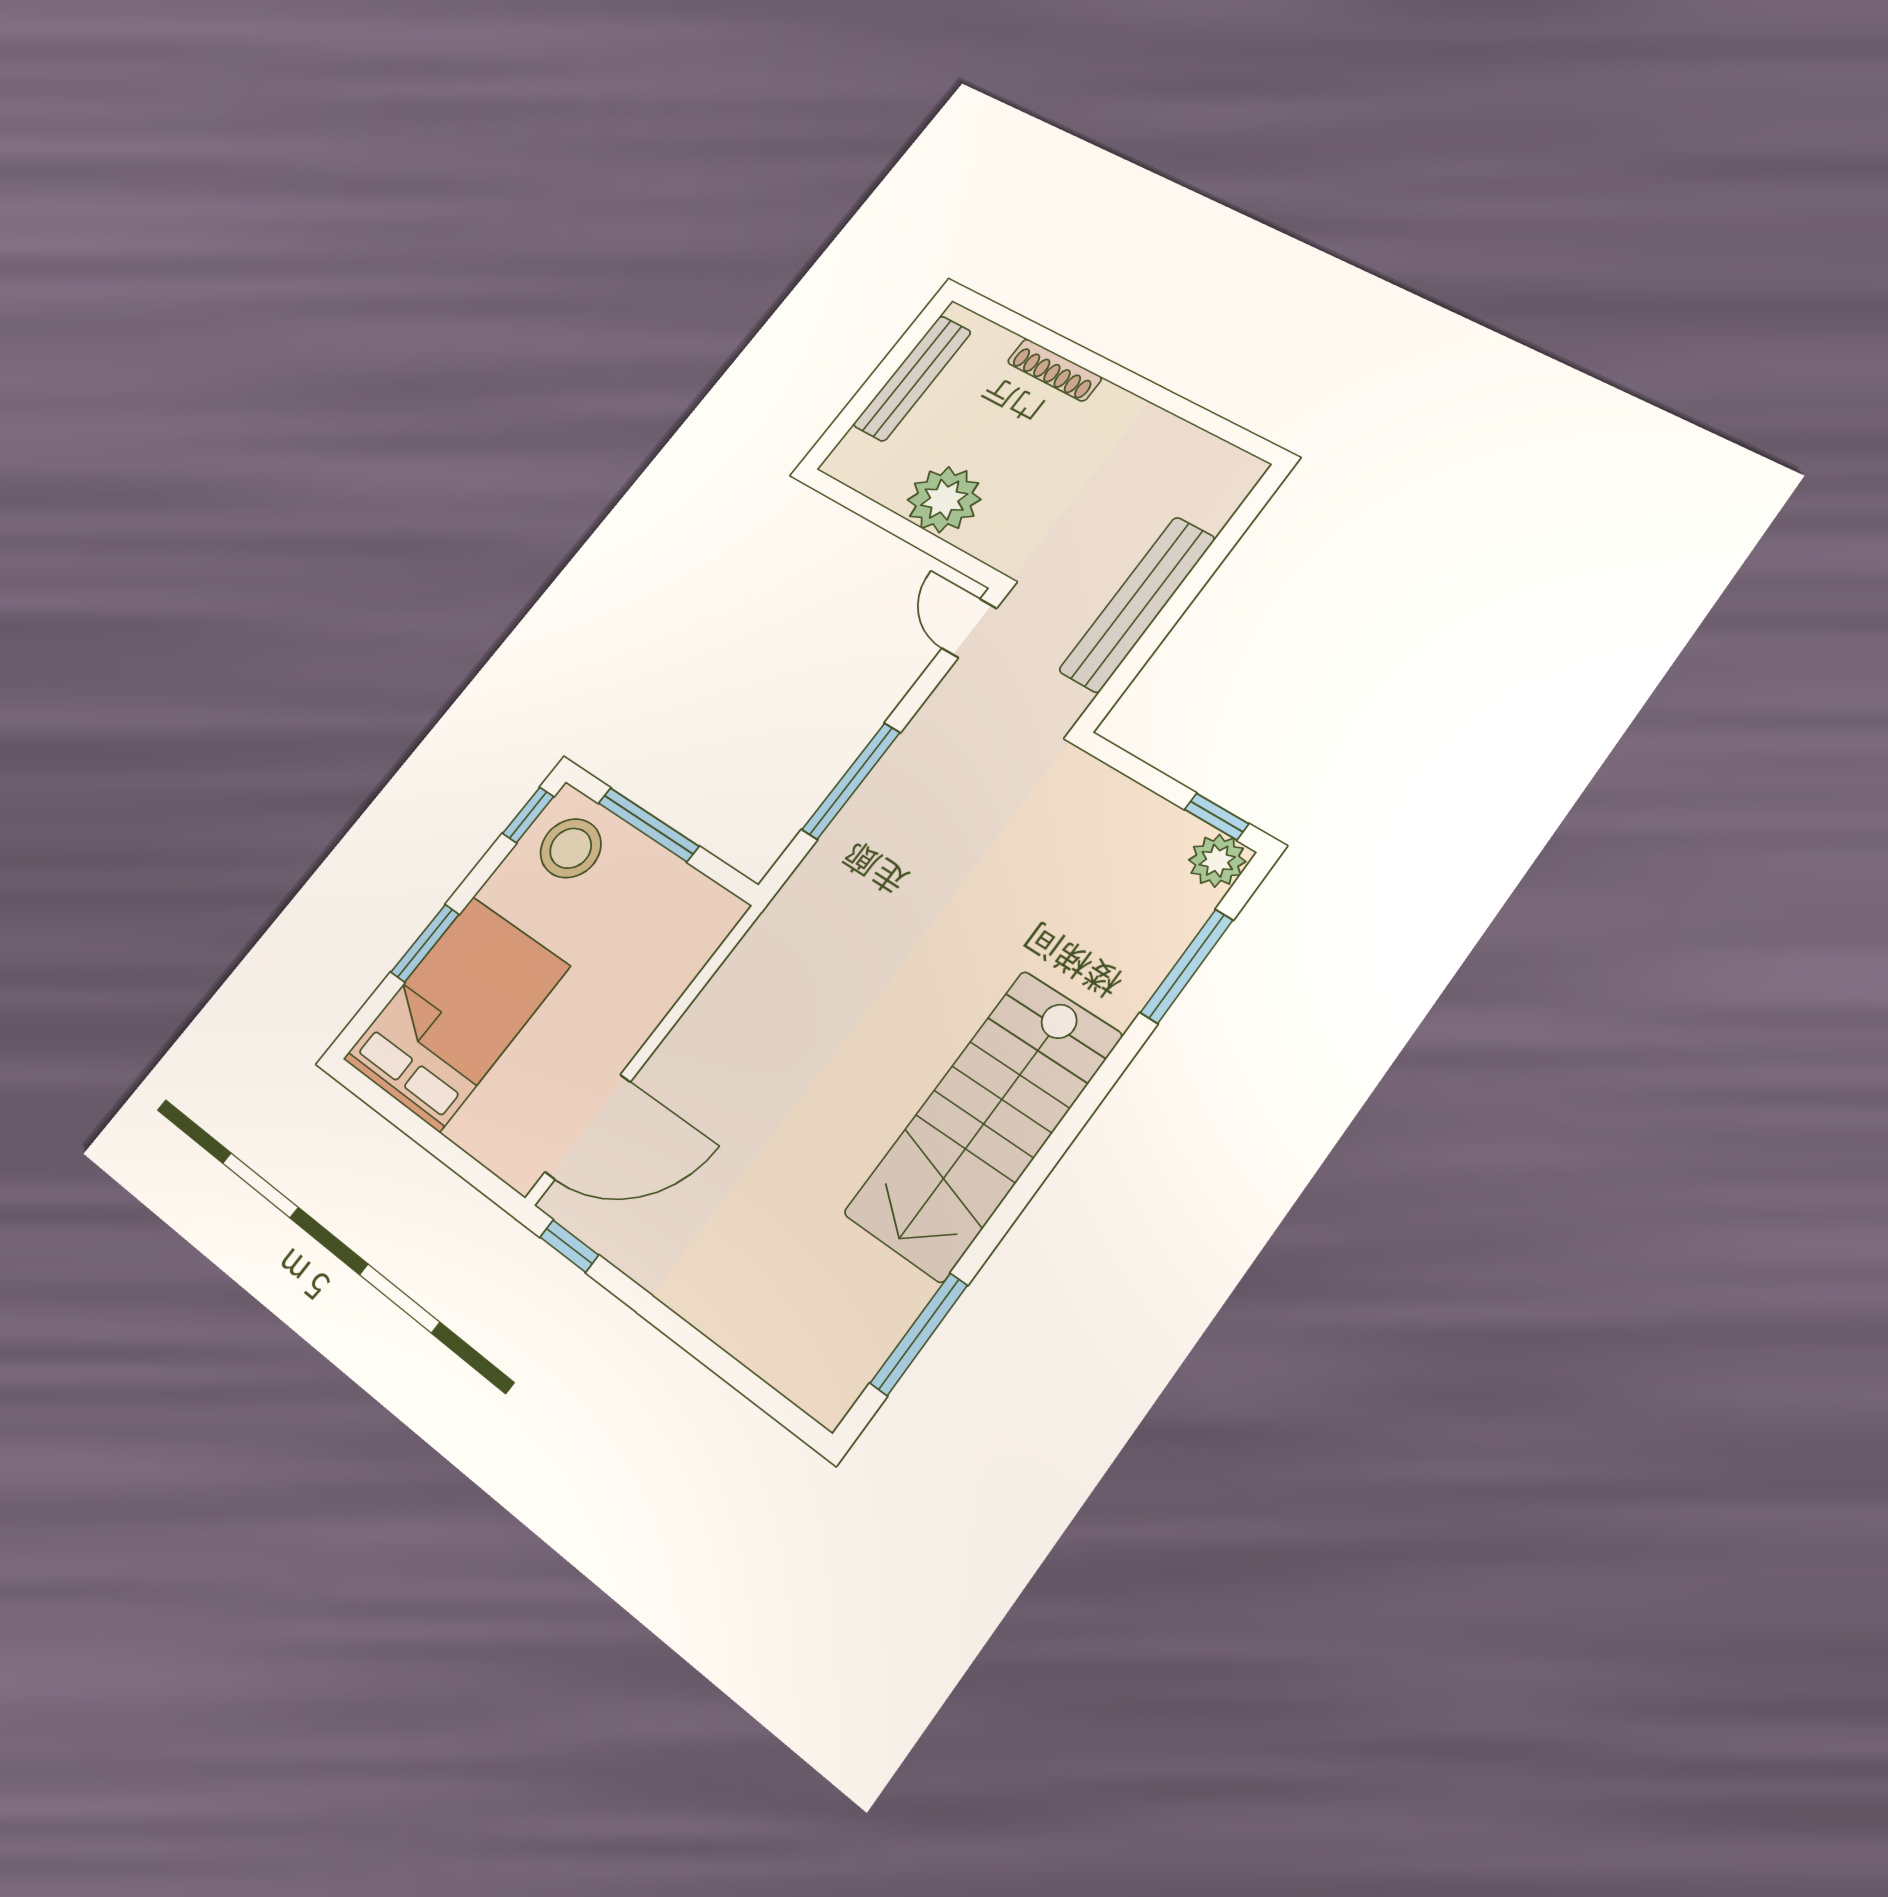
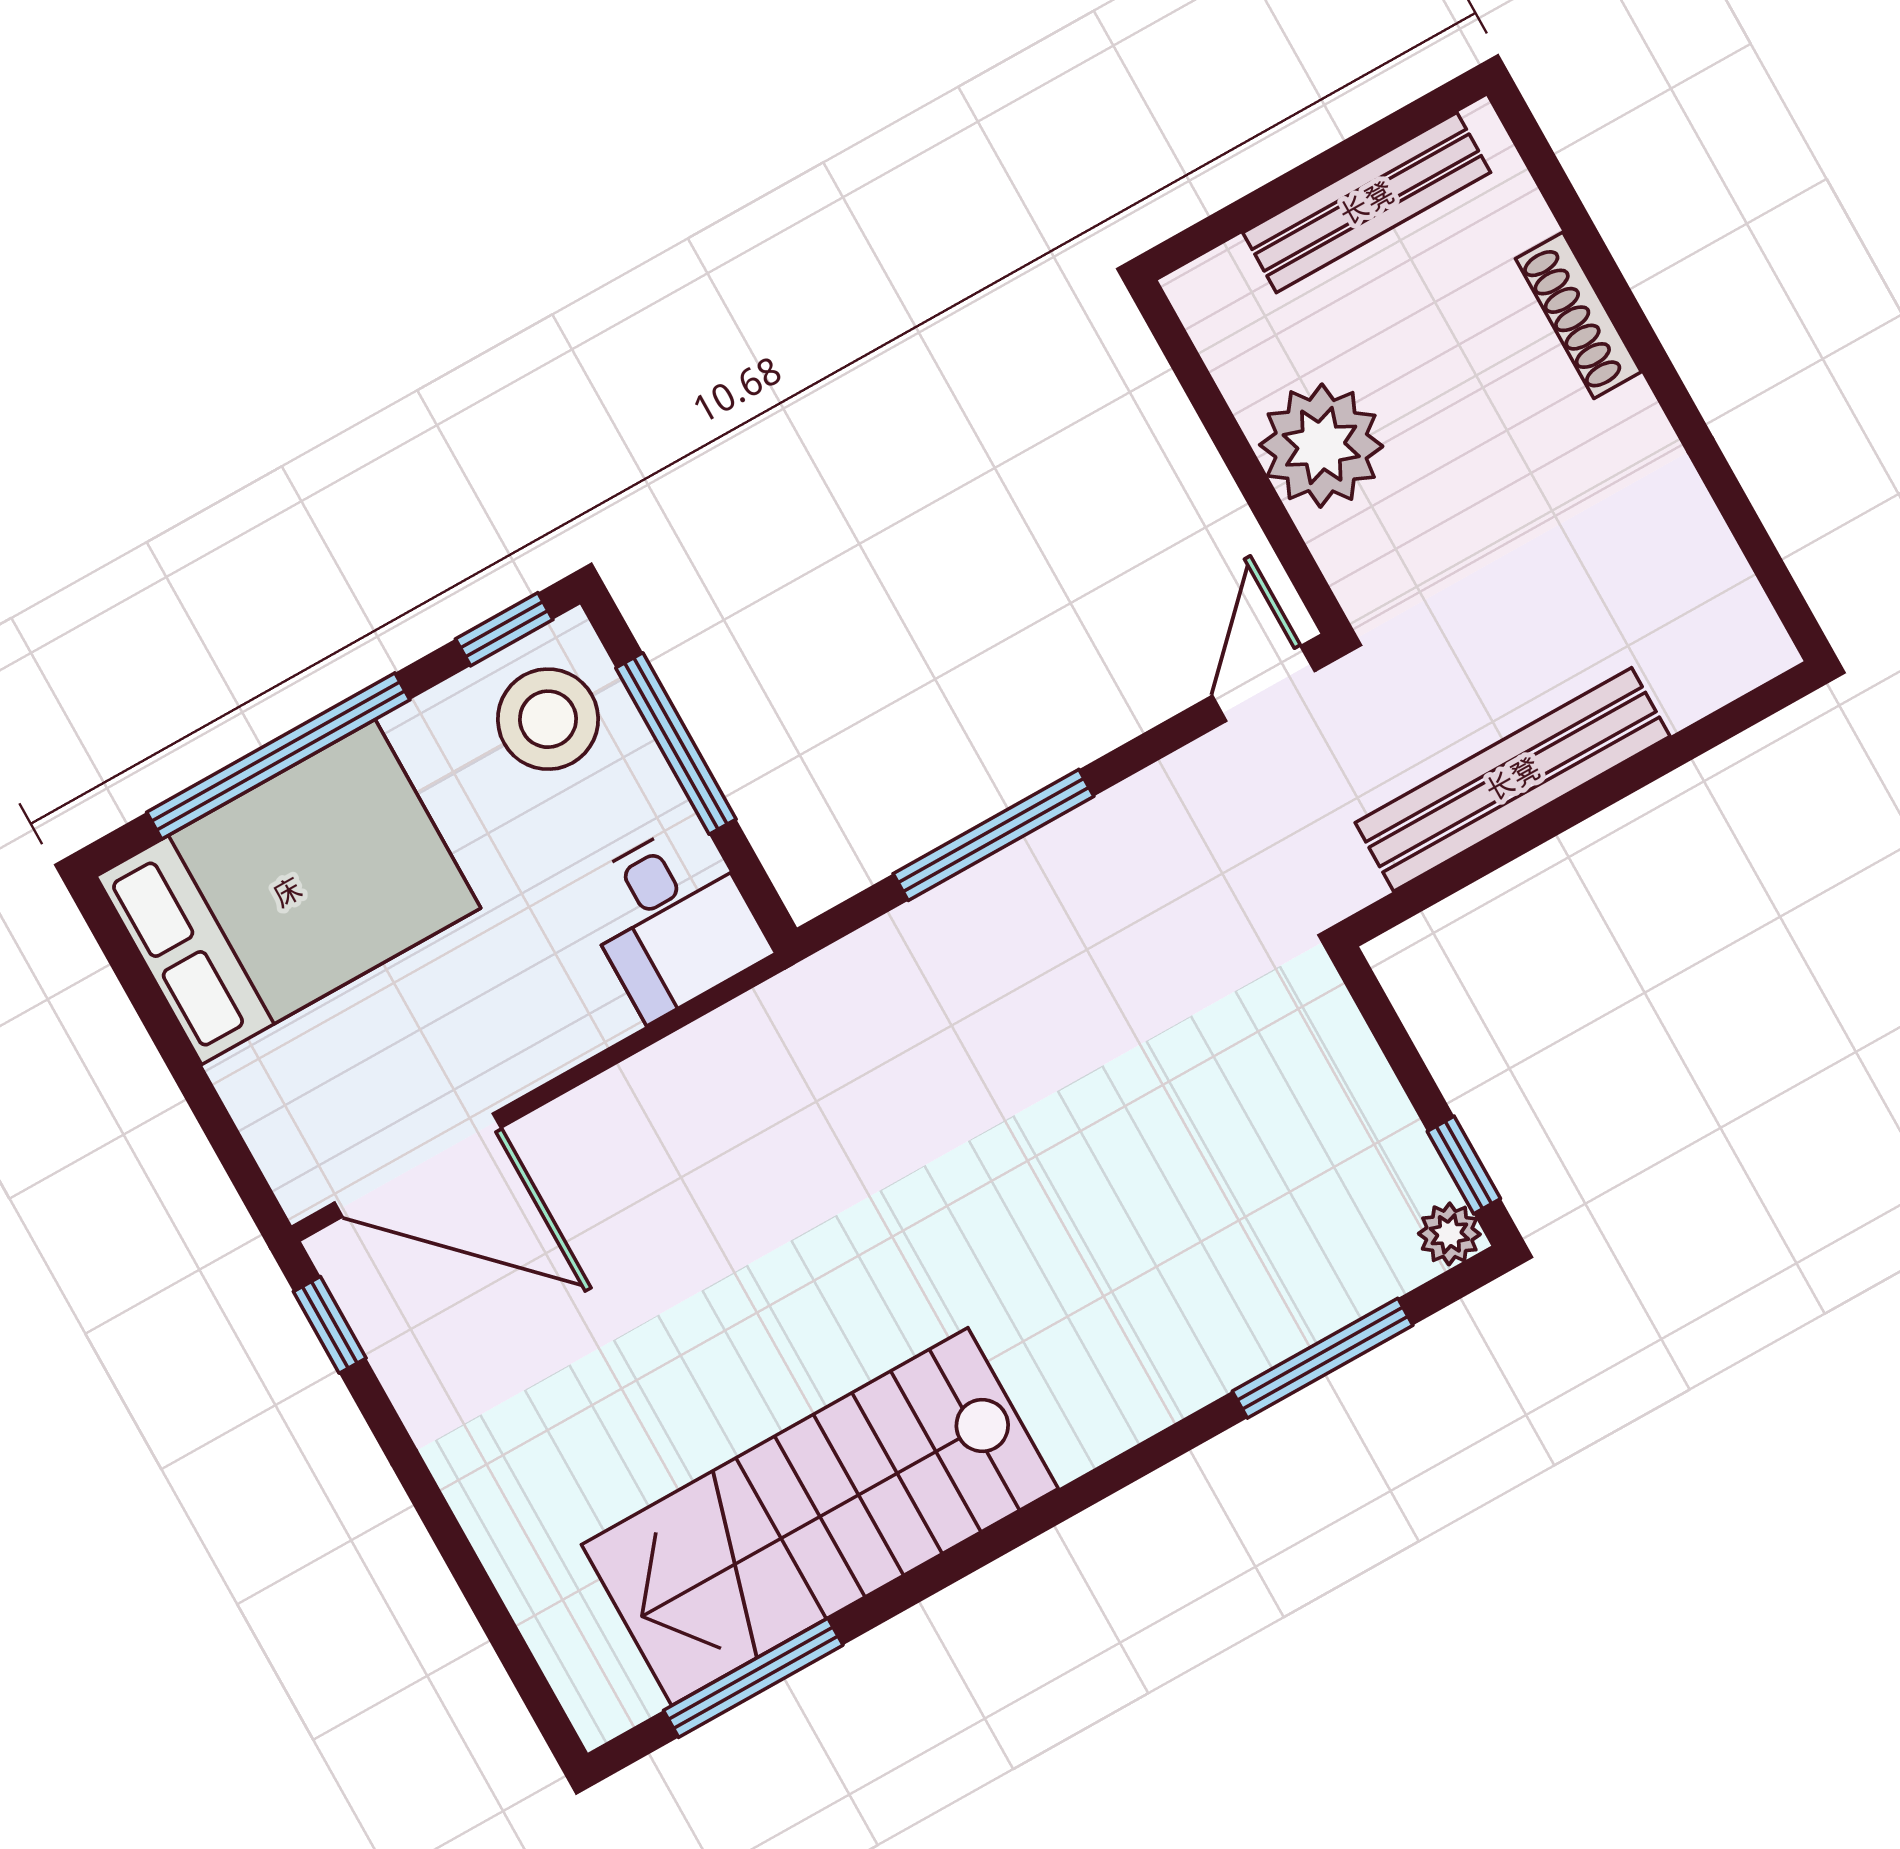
plant: (1217, 861) -> (1449, 1234), width x0.73, depth x0.73
desk: (684, 918) -> (672, 920), added
window: (425, 943) -> (278, 756), width x2.11
stairs: (984, 1124) -> (820, 1517), moved

